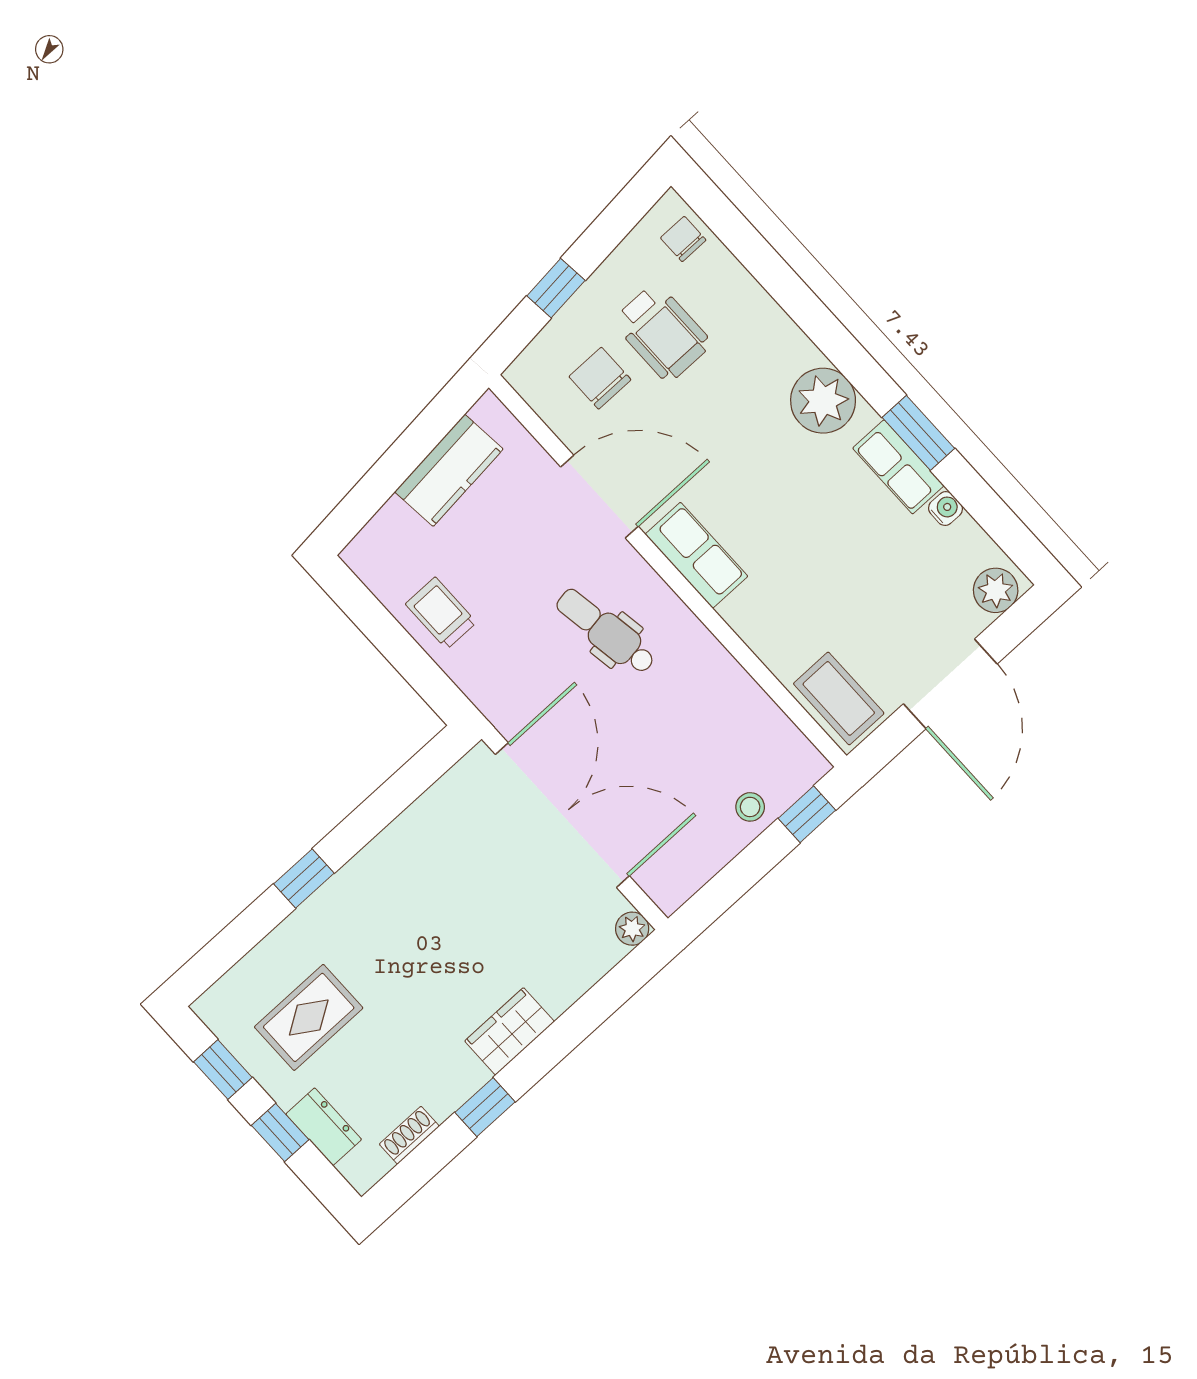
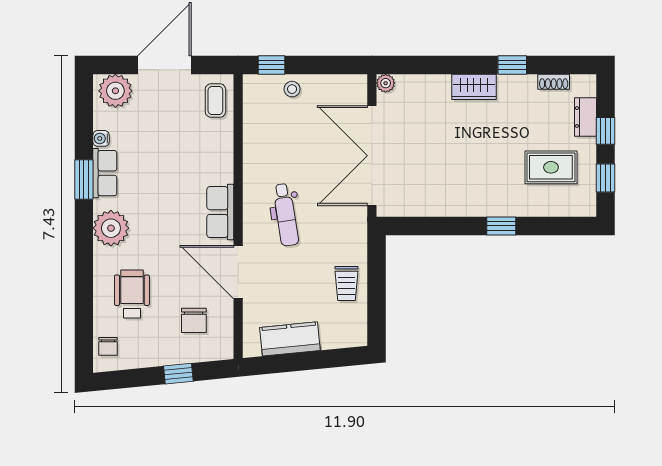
wheelchair: (662, 333) -> (132, 294), moved
plant: (996, 590) -> (115, 91), width x1.36, depth x1.36
coffee table: (839, 698) -> (215, 100), width x0.73, depth x0.77

